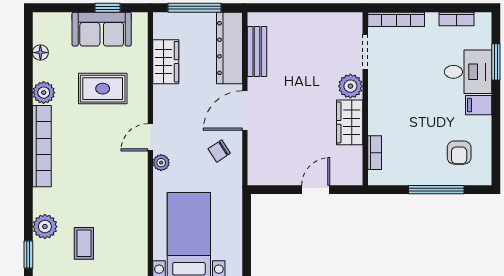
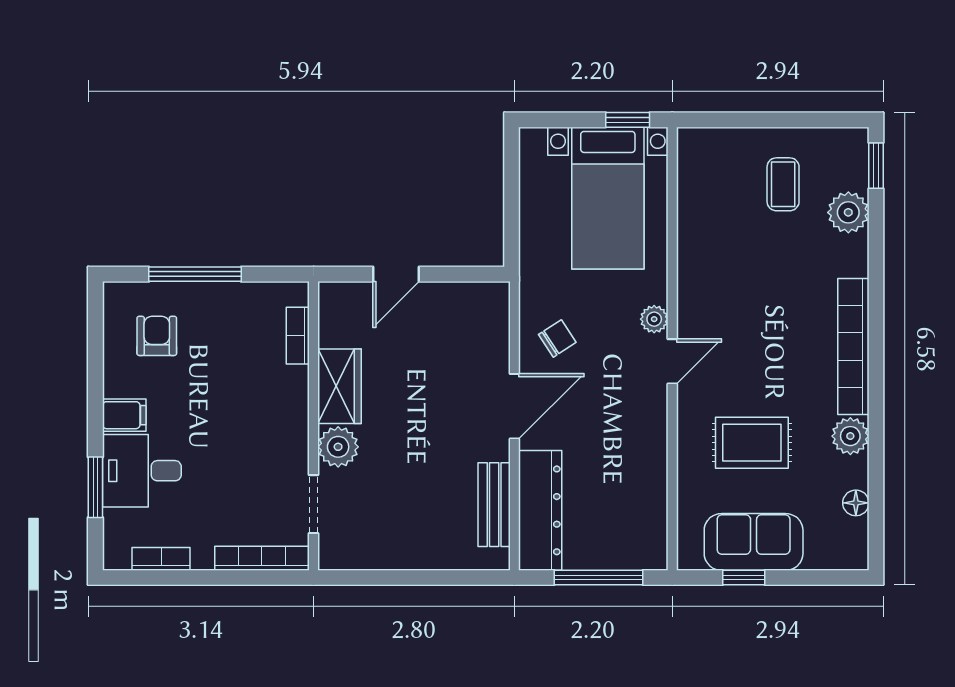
wardrobe: (166, 62) -> (647, 488), removed

